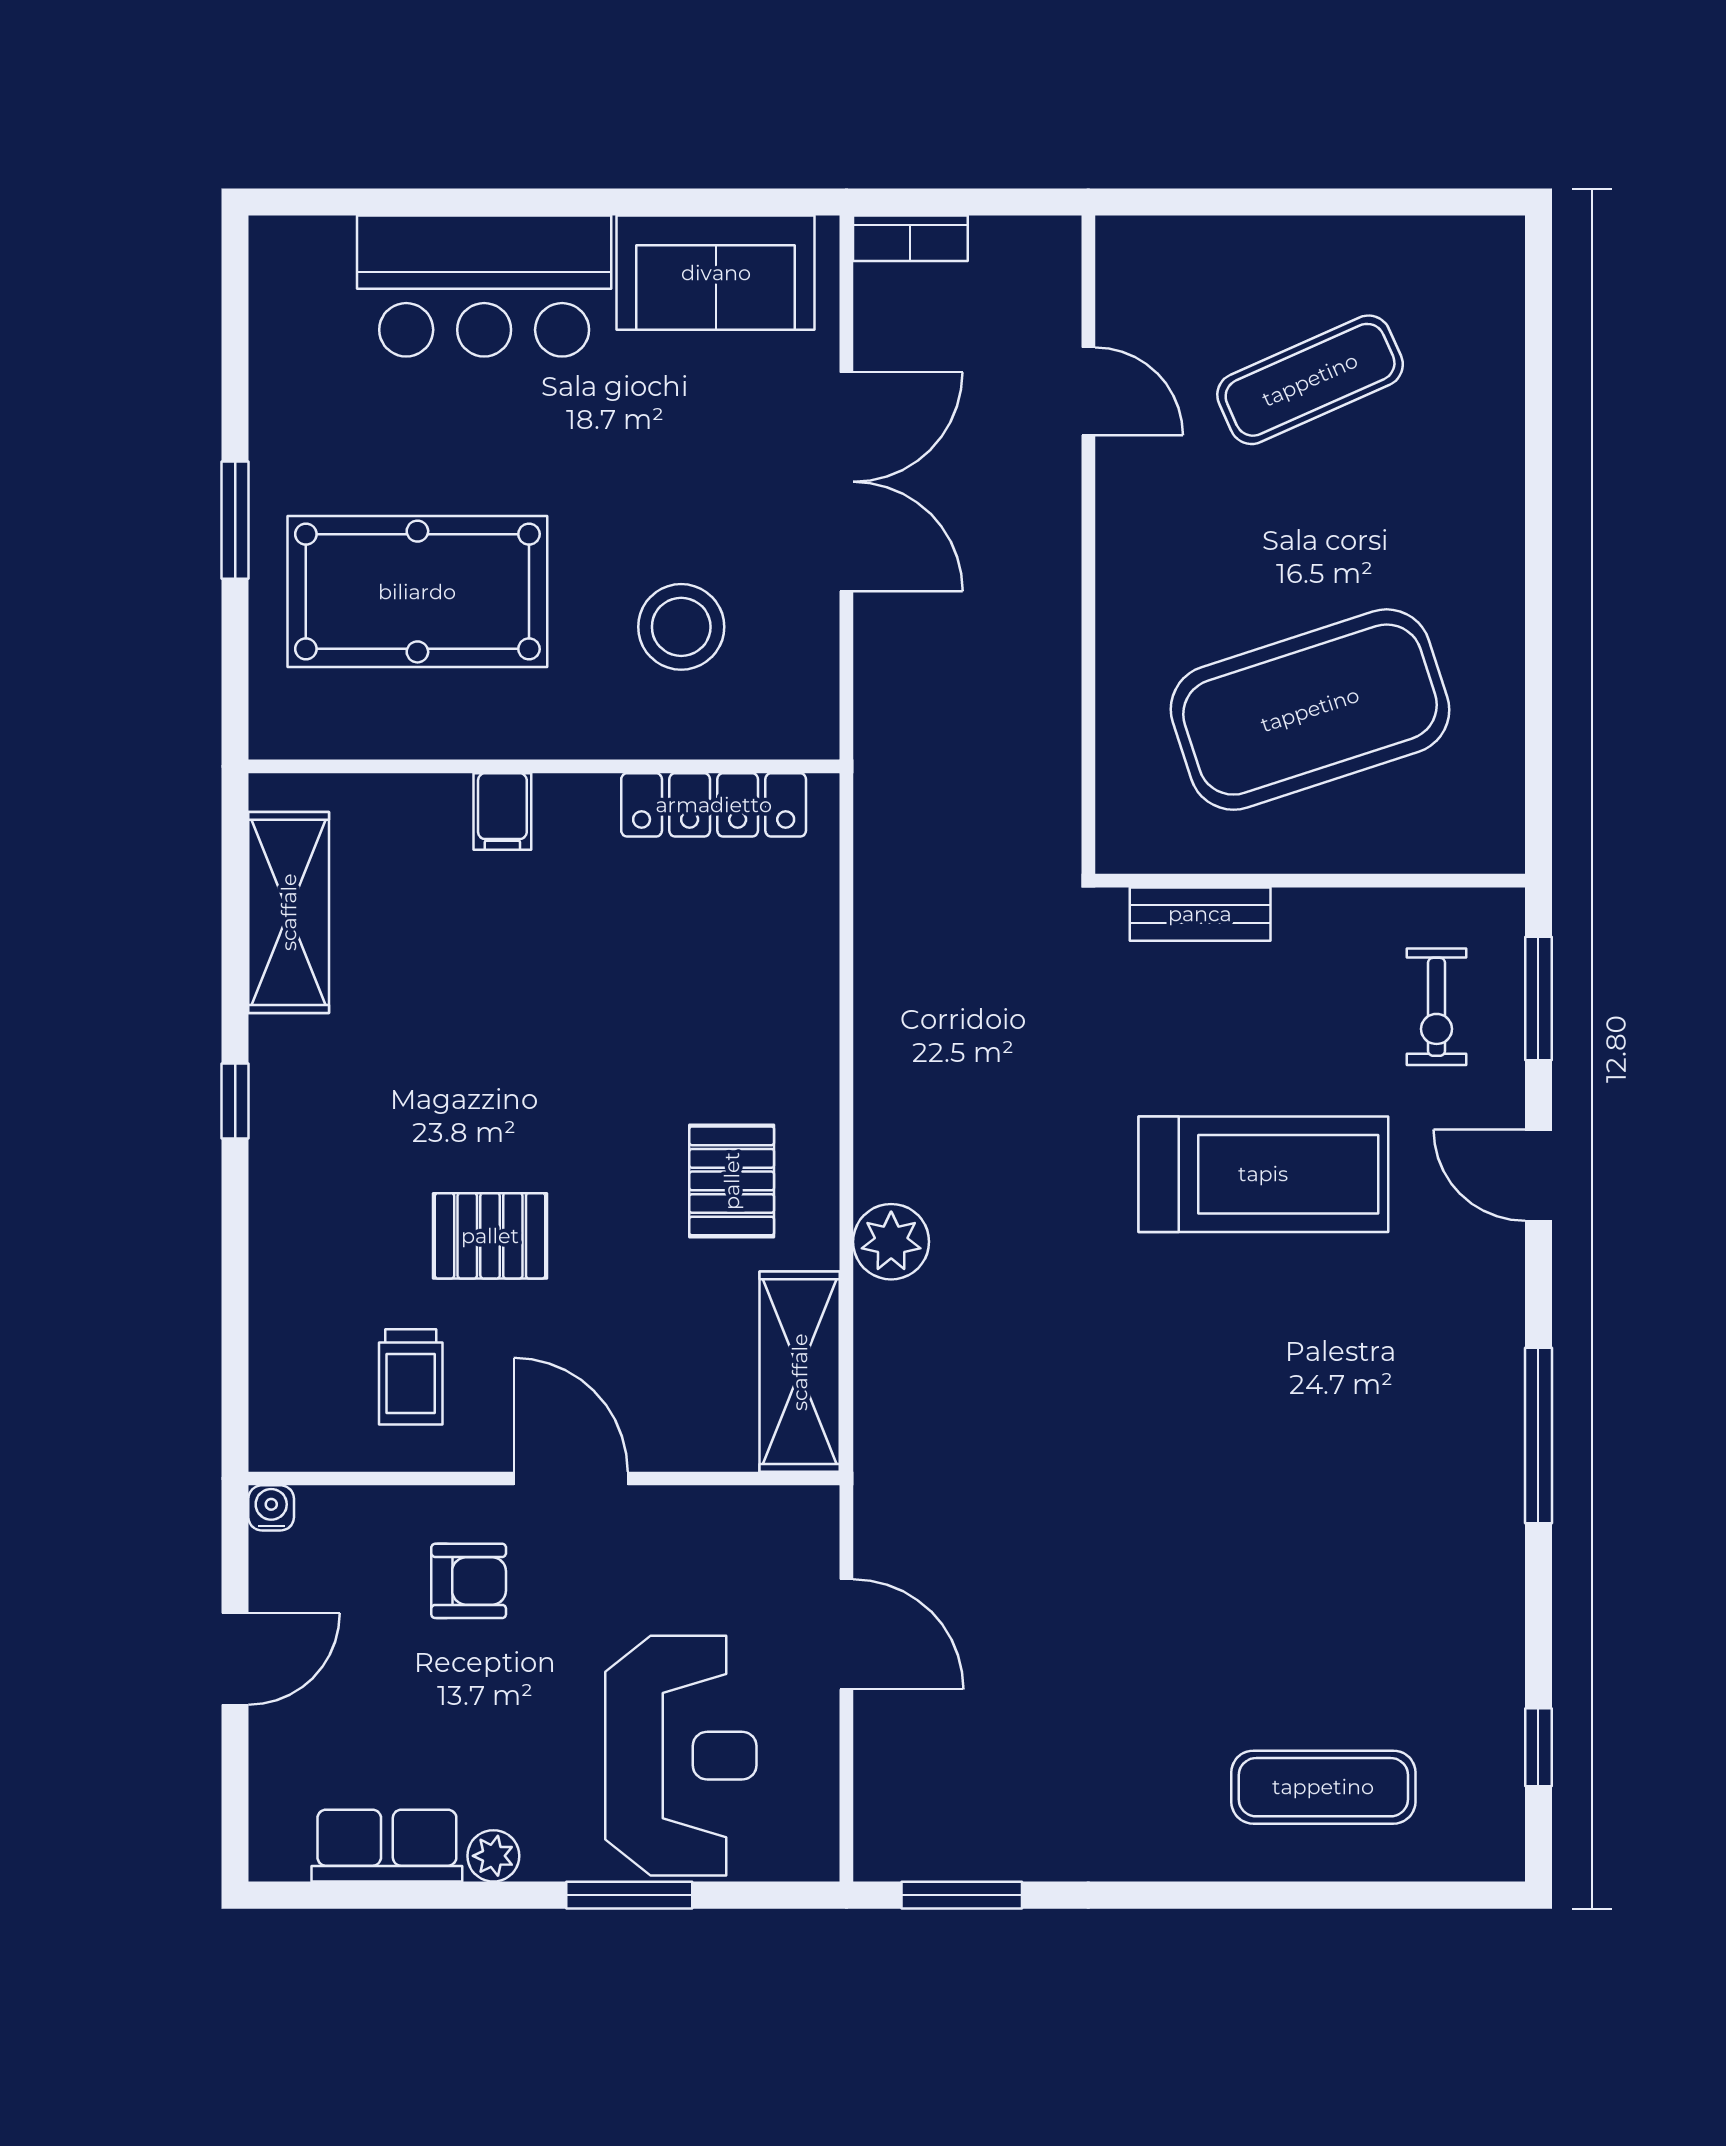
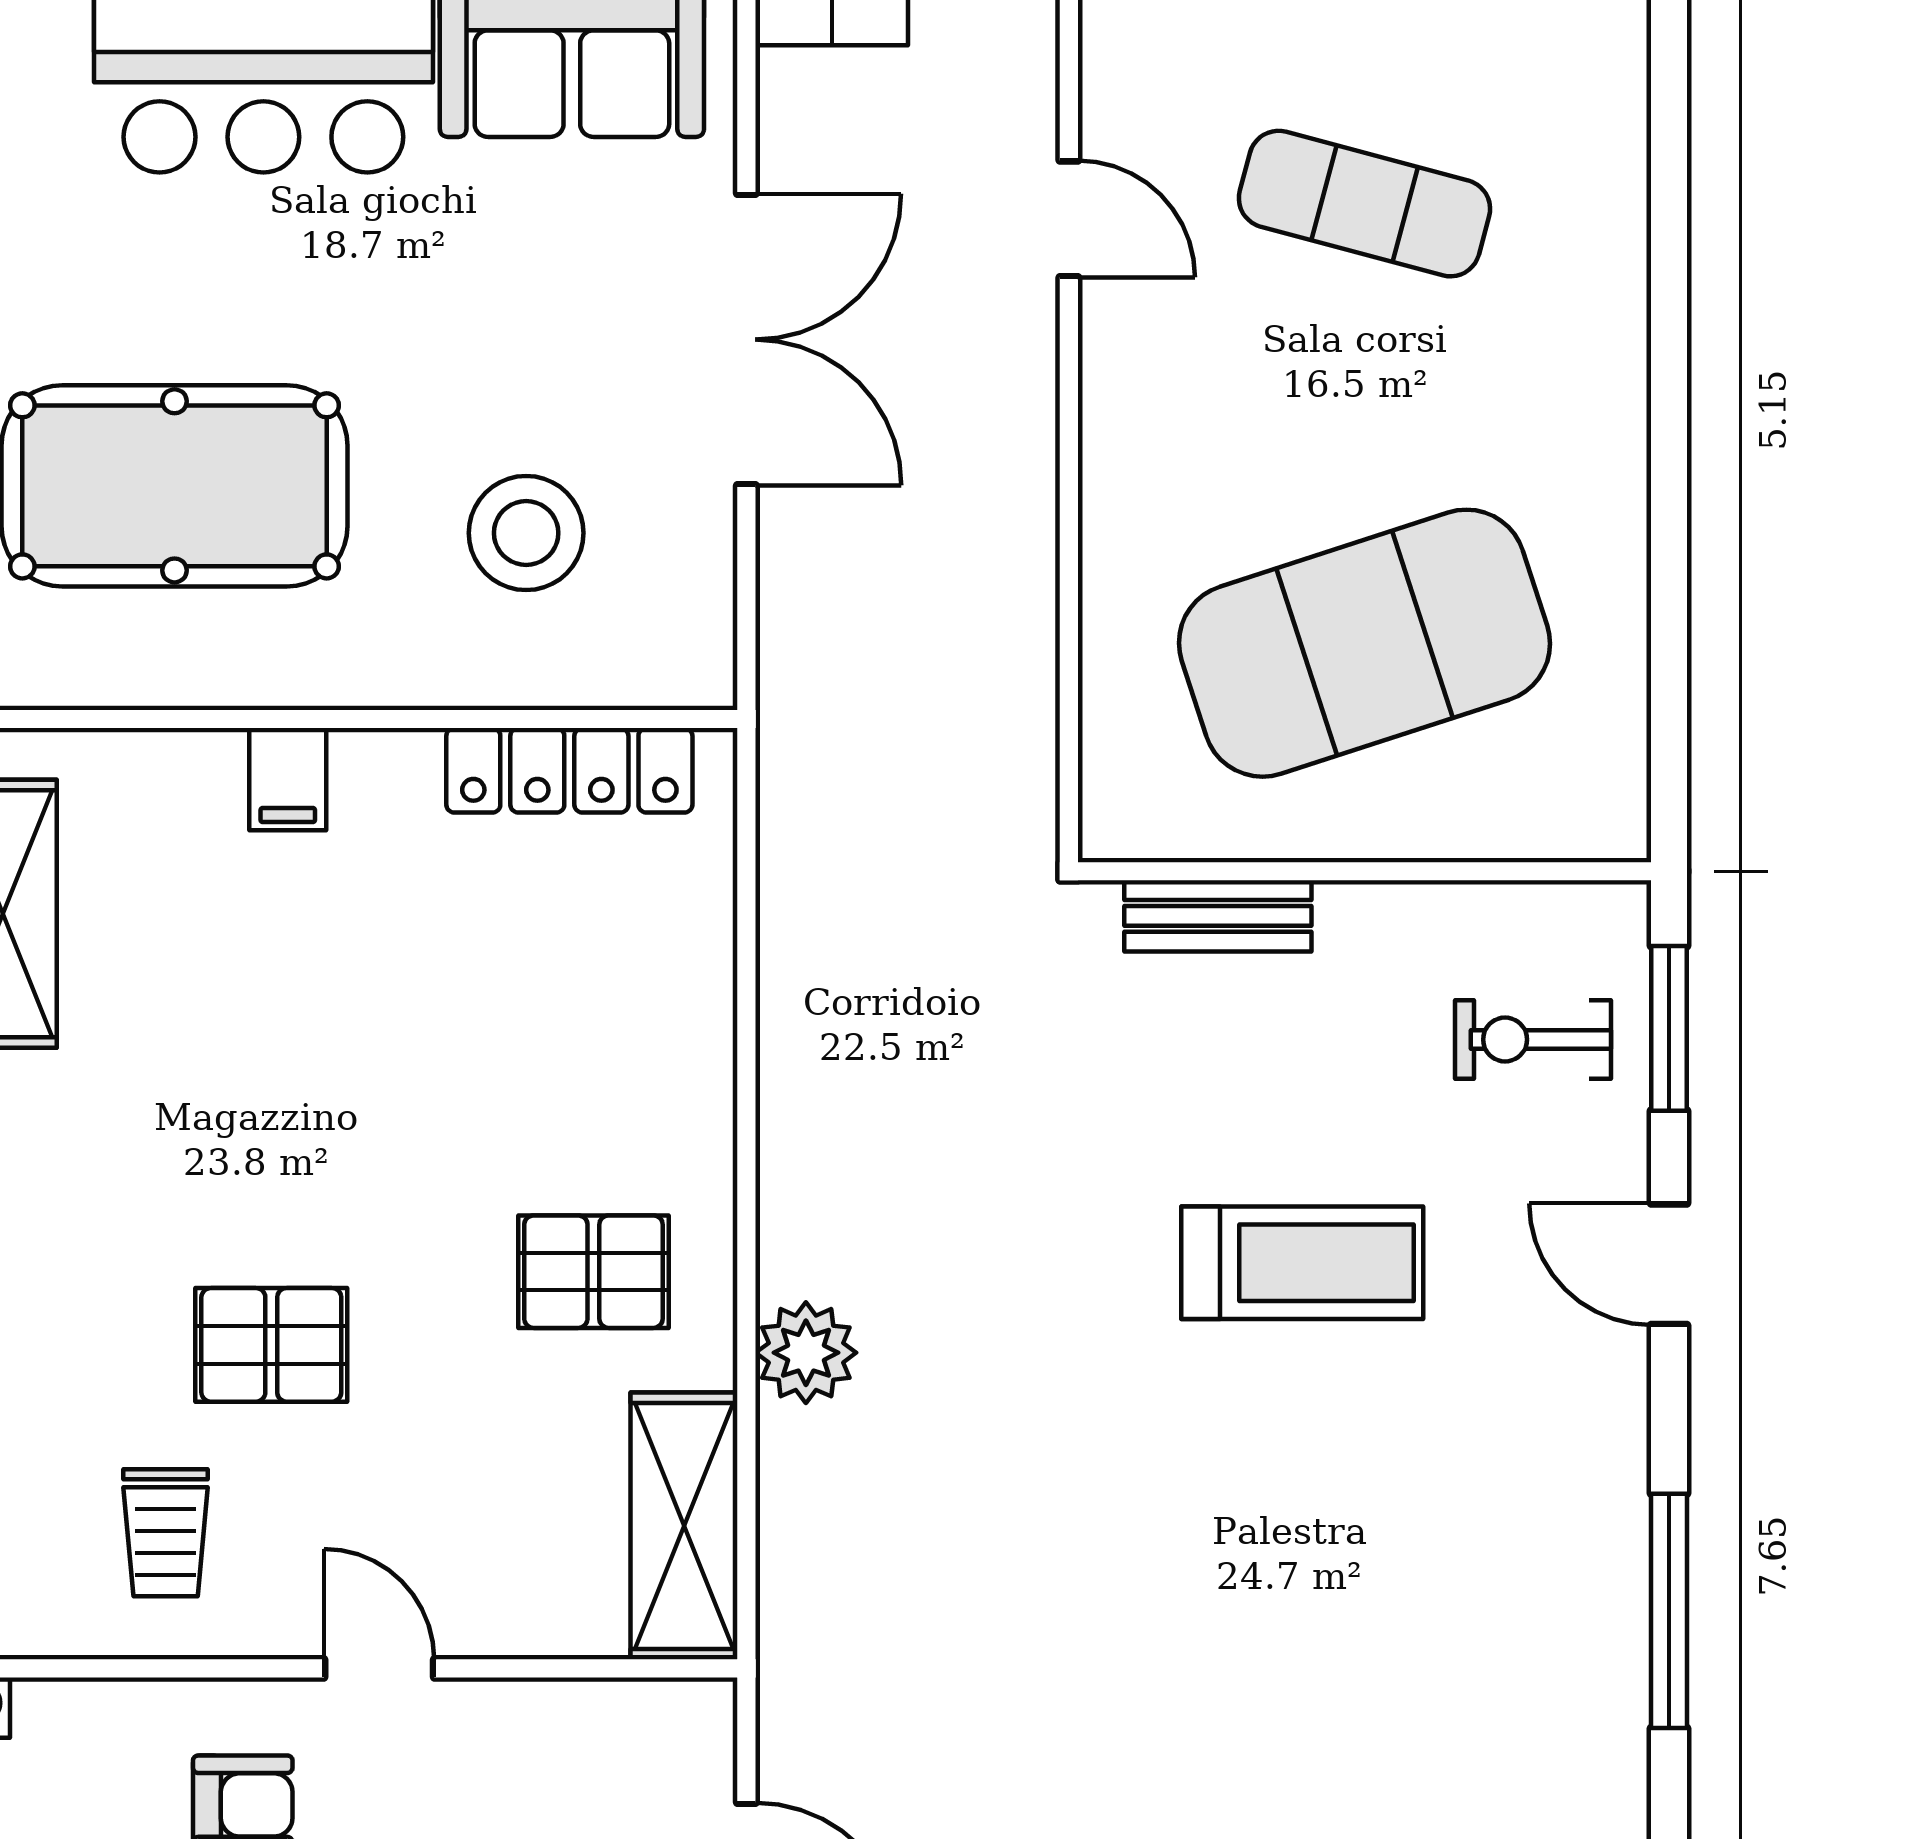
exercise mat: (1310, 380) -> (1364, 204), turned 39
exercise bike: (1437, 1007) -> (1533, 1040), turned 90
treadmill: (1263, 1174) -> (1302, 1263), width x0.73, depth x0.73
pallet: (732, 1181) -> (593, 1272), turned 90
door: (571, 1479) -> (379, 1668), width x0.73

